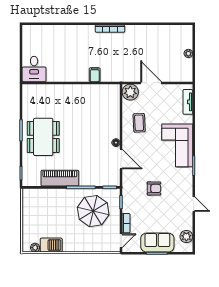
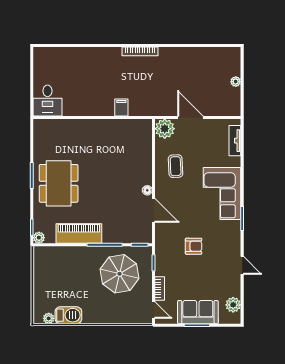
plant: (27, 181) -> (39, 238), added
door: (121, 241) -> (153, 310), hinge flipped

